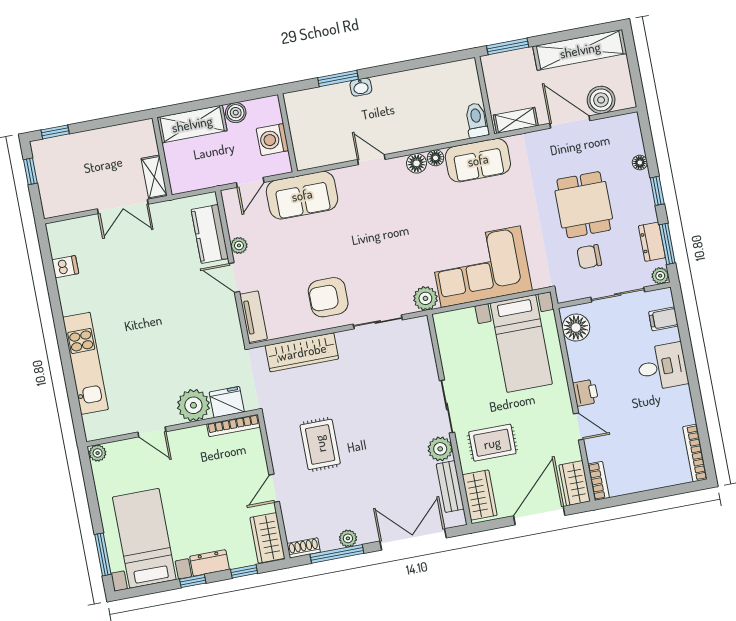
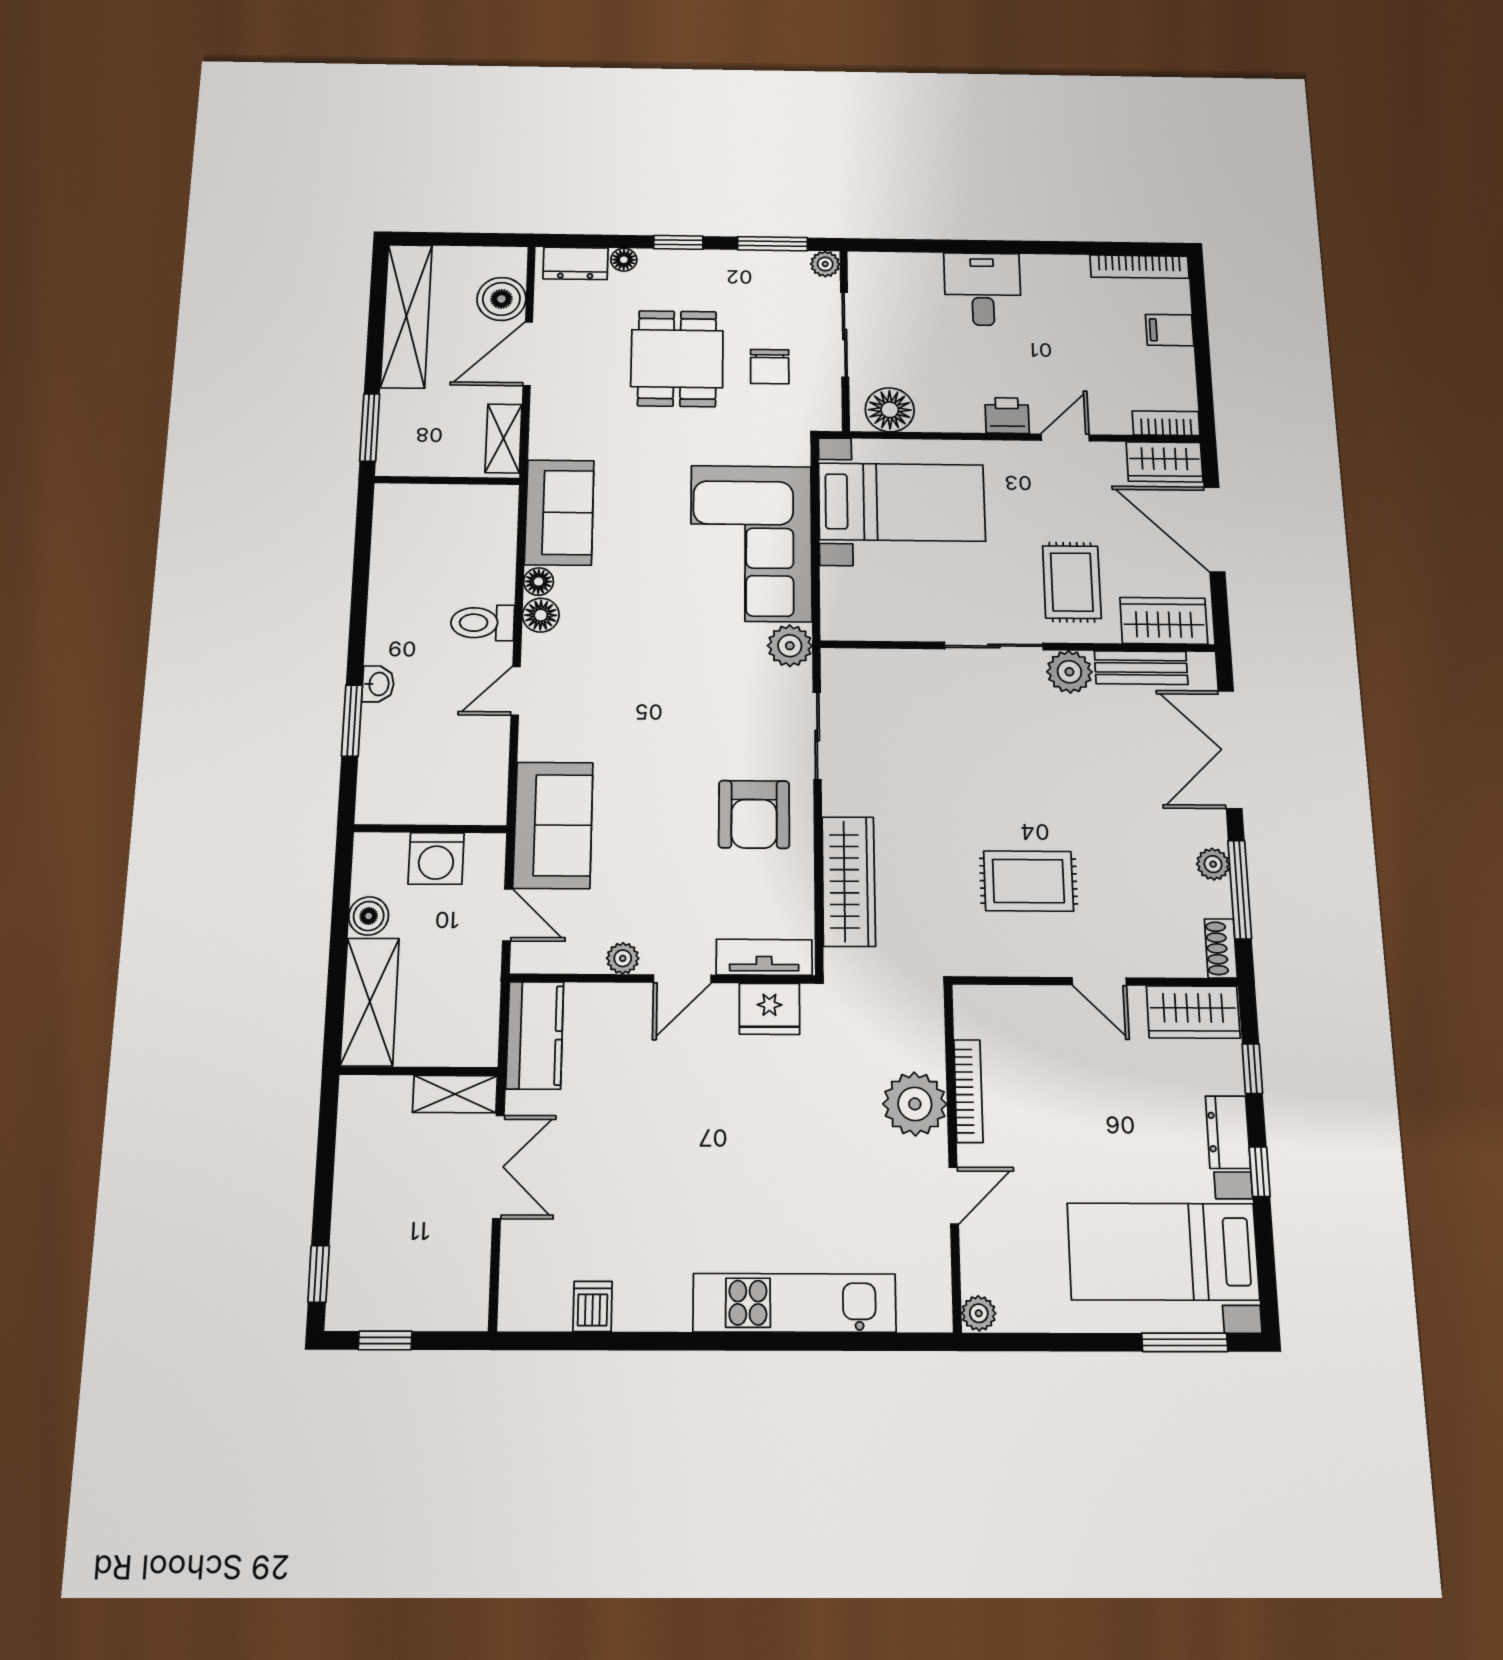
toilet: (477, 120) -> (482, 623), moved
dining table: (584, 205) -> (677, 359), turned 90
kitchen counter: (210, 234) -> (535, 1035), moved, turned -90
dresser: (652, 242) -> (576, 263), moved
filing cabinet: (663, 319) -> (1170, 330), moved, turned 90
fridge: (227, 402) -> (769, 1009), moved, turned -90
bookcase: (233, 426) -> (968, 1091), moved

